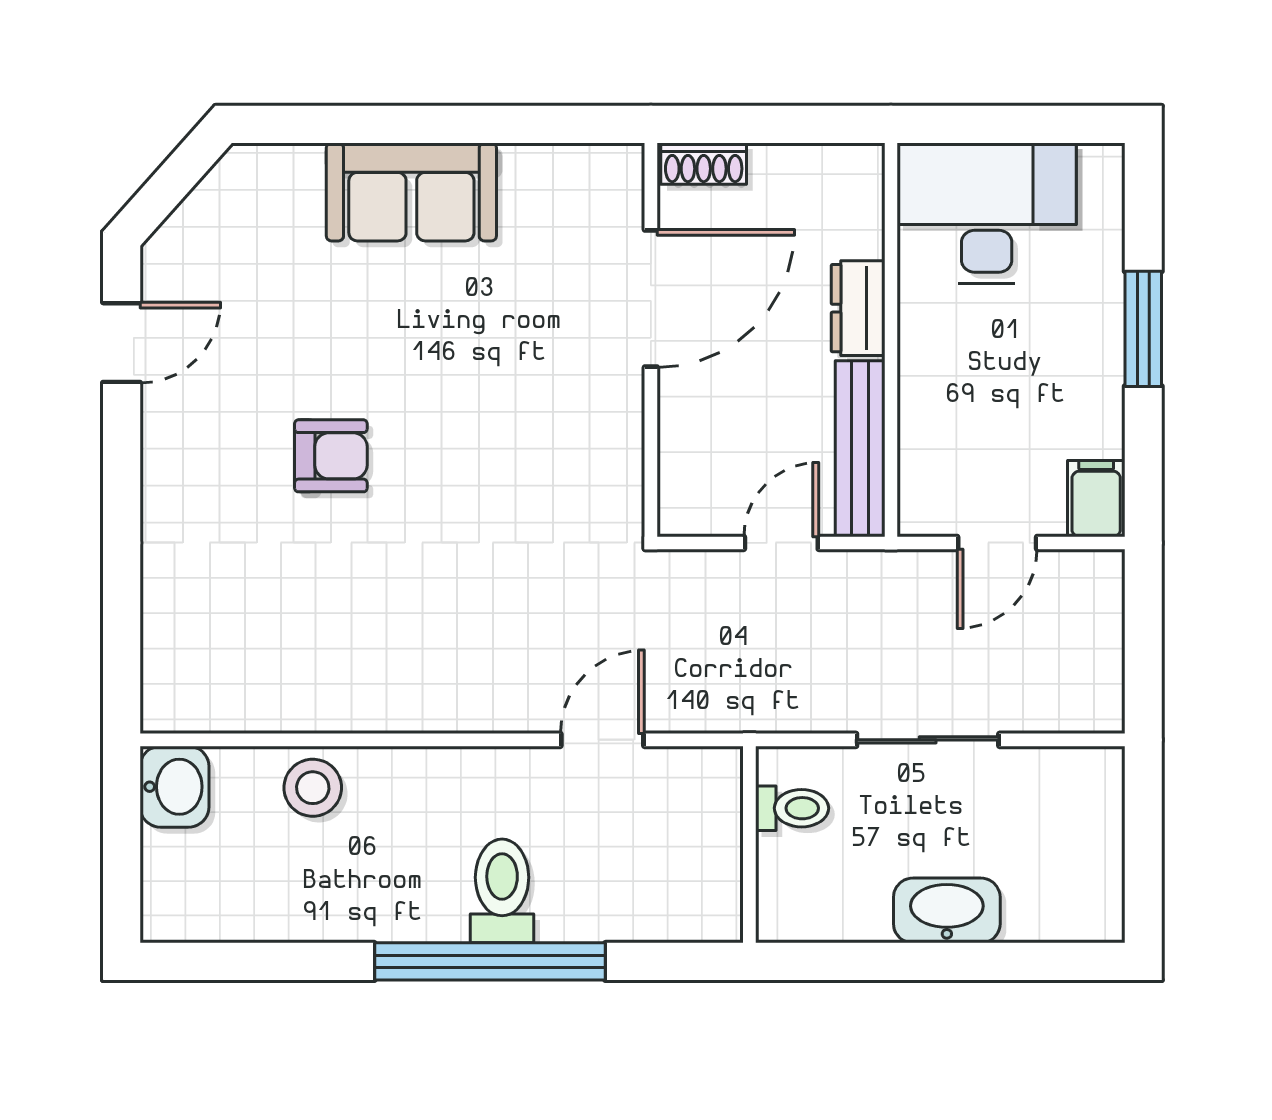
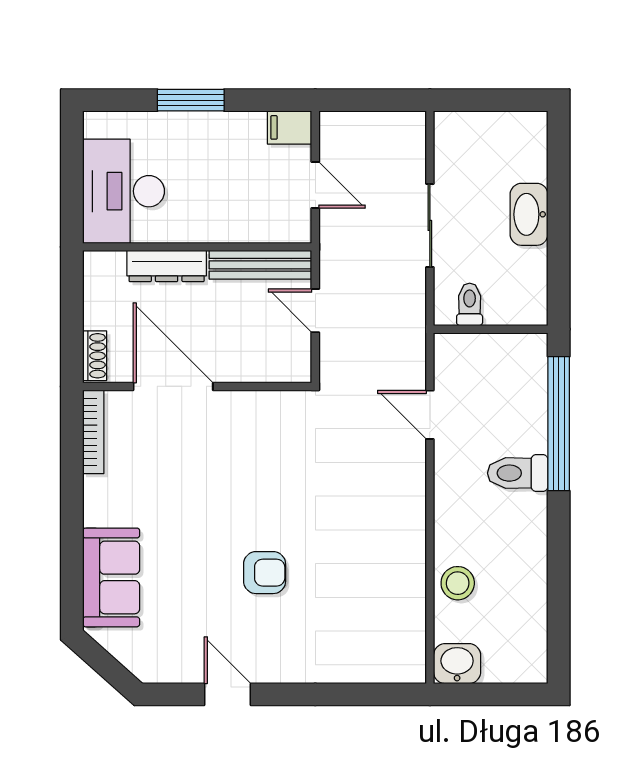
bookcase: (573, 161) -> (93, 432), added
sofa: (411, 192) -> (111, 577), moved
dresser: (858, 308) -> (167, 266), width x1.44
door: (122, 343) -> (228, 694), moved
armchair: (331, 456) -> (265, 573), turned 90
window: (490, 961) -> (559, 424), moved

